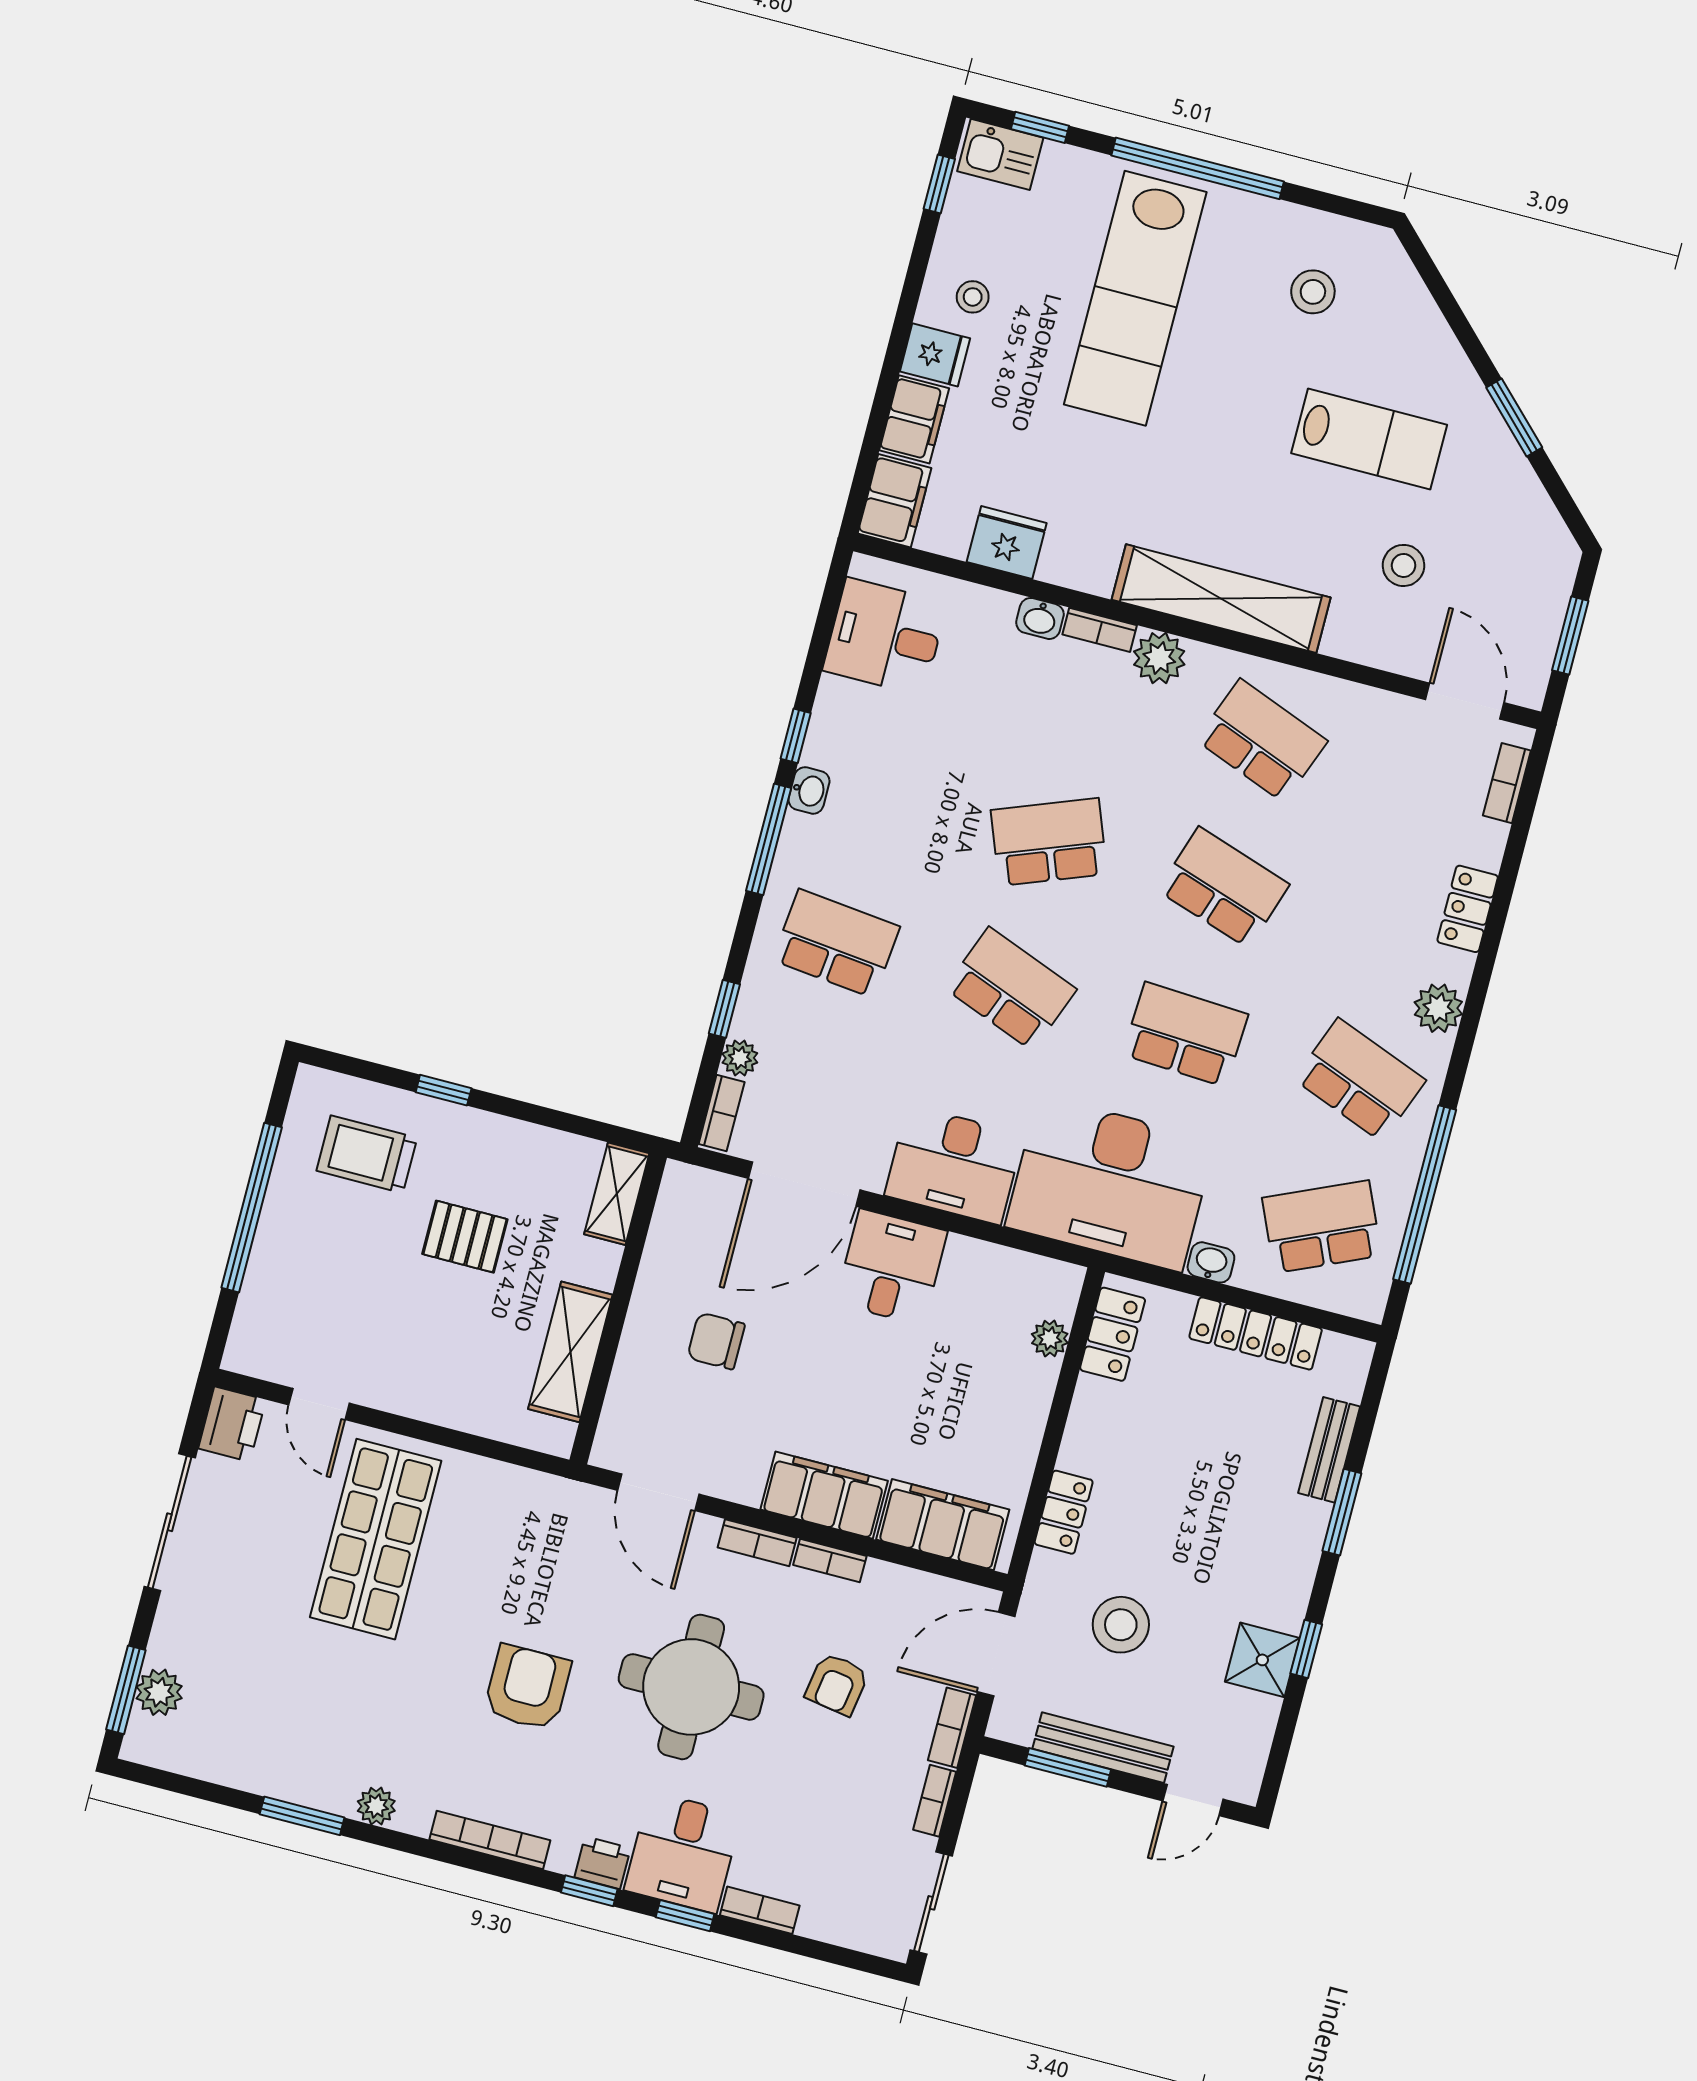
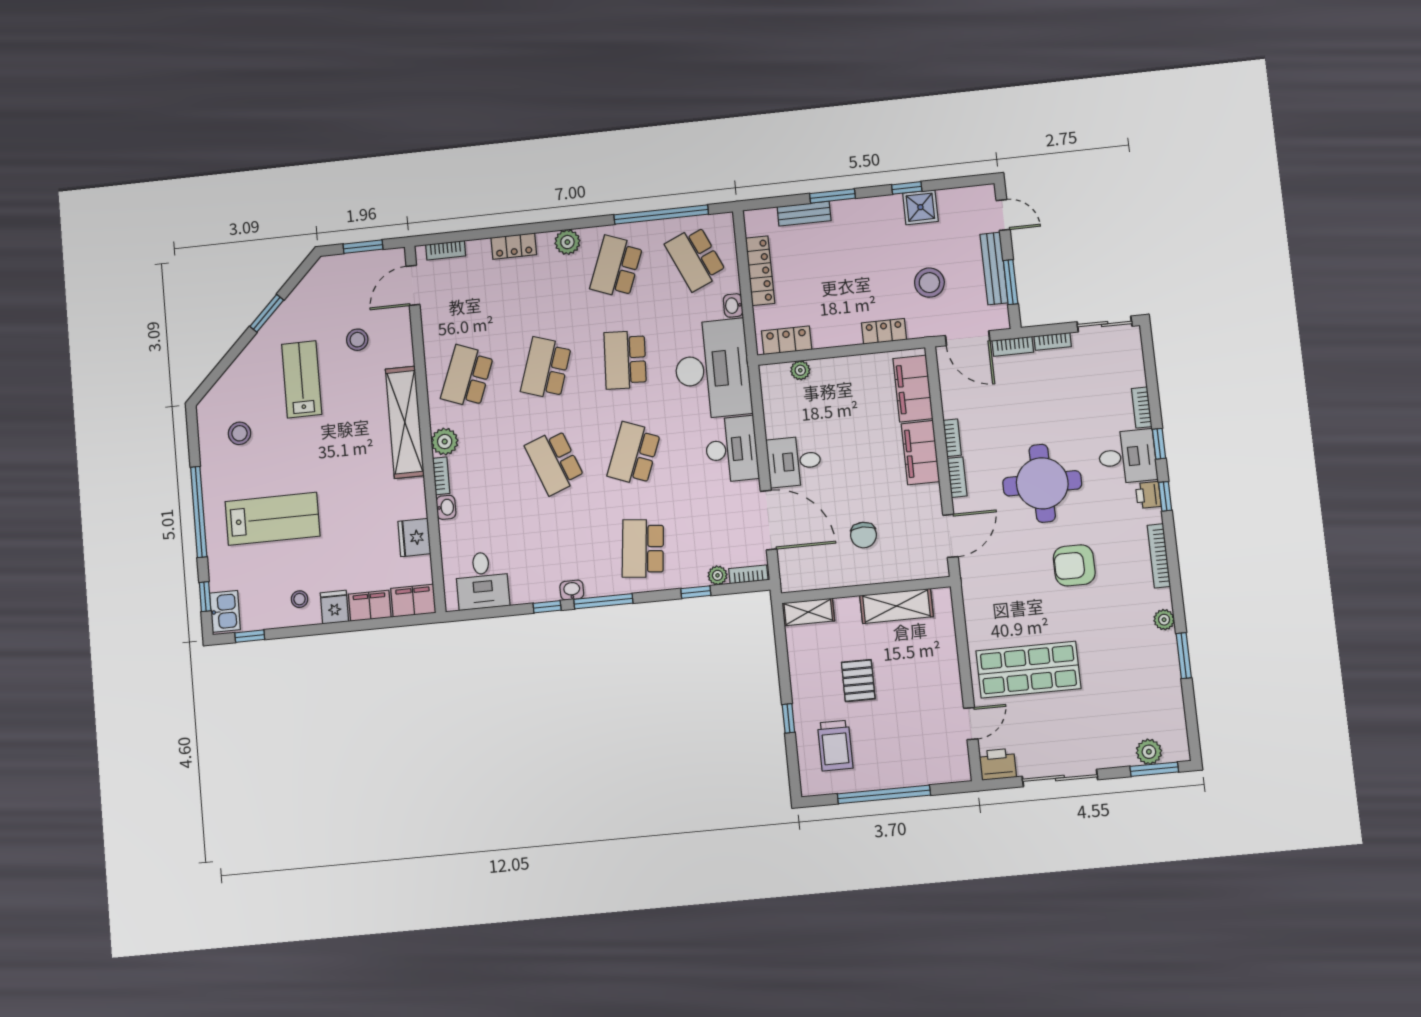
lab bench: (1135, 298) -> (272, 519), width x0.73
armchair: (837, 1684) -> (1013, 411), removed

